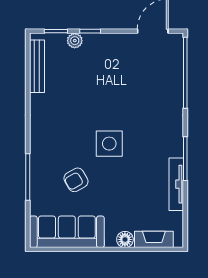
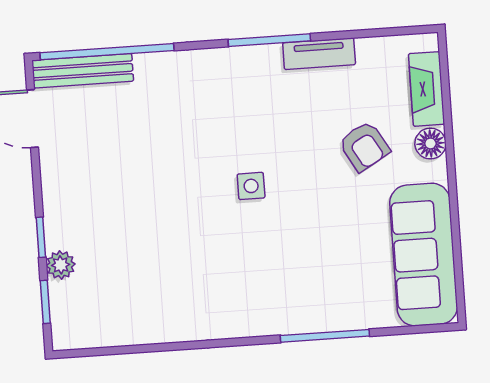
bench: (37, 66) -> (83, 71), moved
side table: (109, 144) -> (251, 186), width x0.54, depth x0.54
armchair: (76, 180) -> (364, 146), moved
tv unit: (176, 184) -> (319, 54), width x0.71

